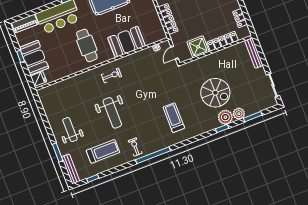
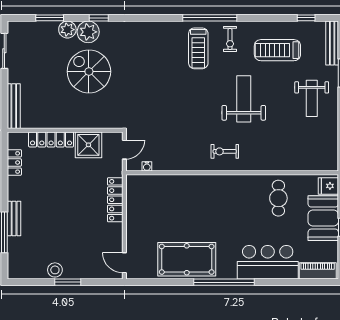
booth: (126, 42) -> (186, 190), removed
cafe table: (87, 45) -> (278, 198), moved, width x0.73, depth x0.74
treadmill: (174, 118) -> (198, 48), moved

